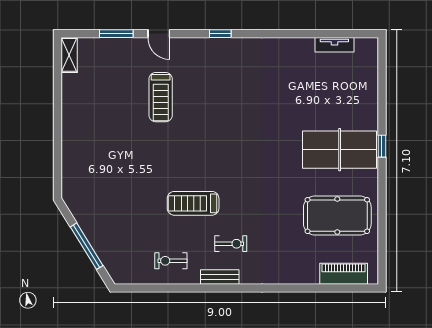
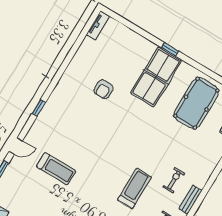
tv unit: (334, 45) -> (98, 25), moved
armchair: (288, 97) -> (104, 89), added
treadmill: (193, 203) -> (134, 189), turned 180

